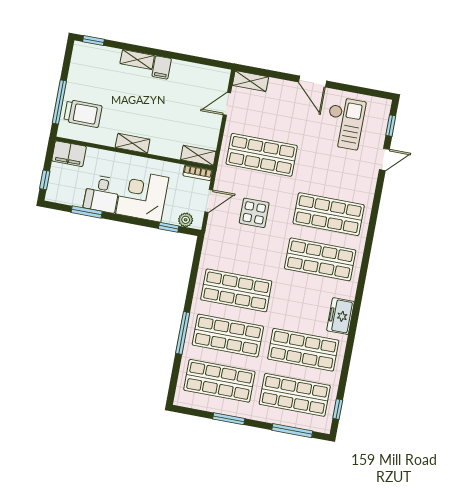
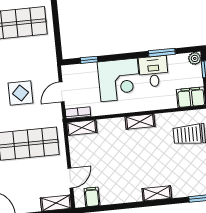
filing cabinet: (162, 67) -> (92, 197), moved
plant: (186, 220) -> (195, 58), moved

